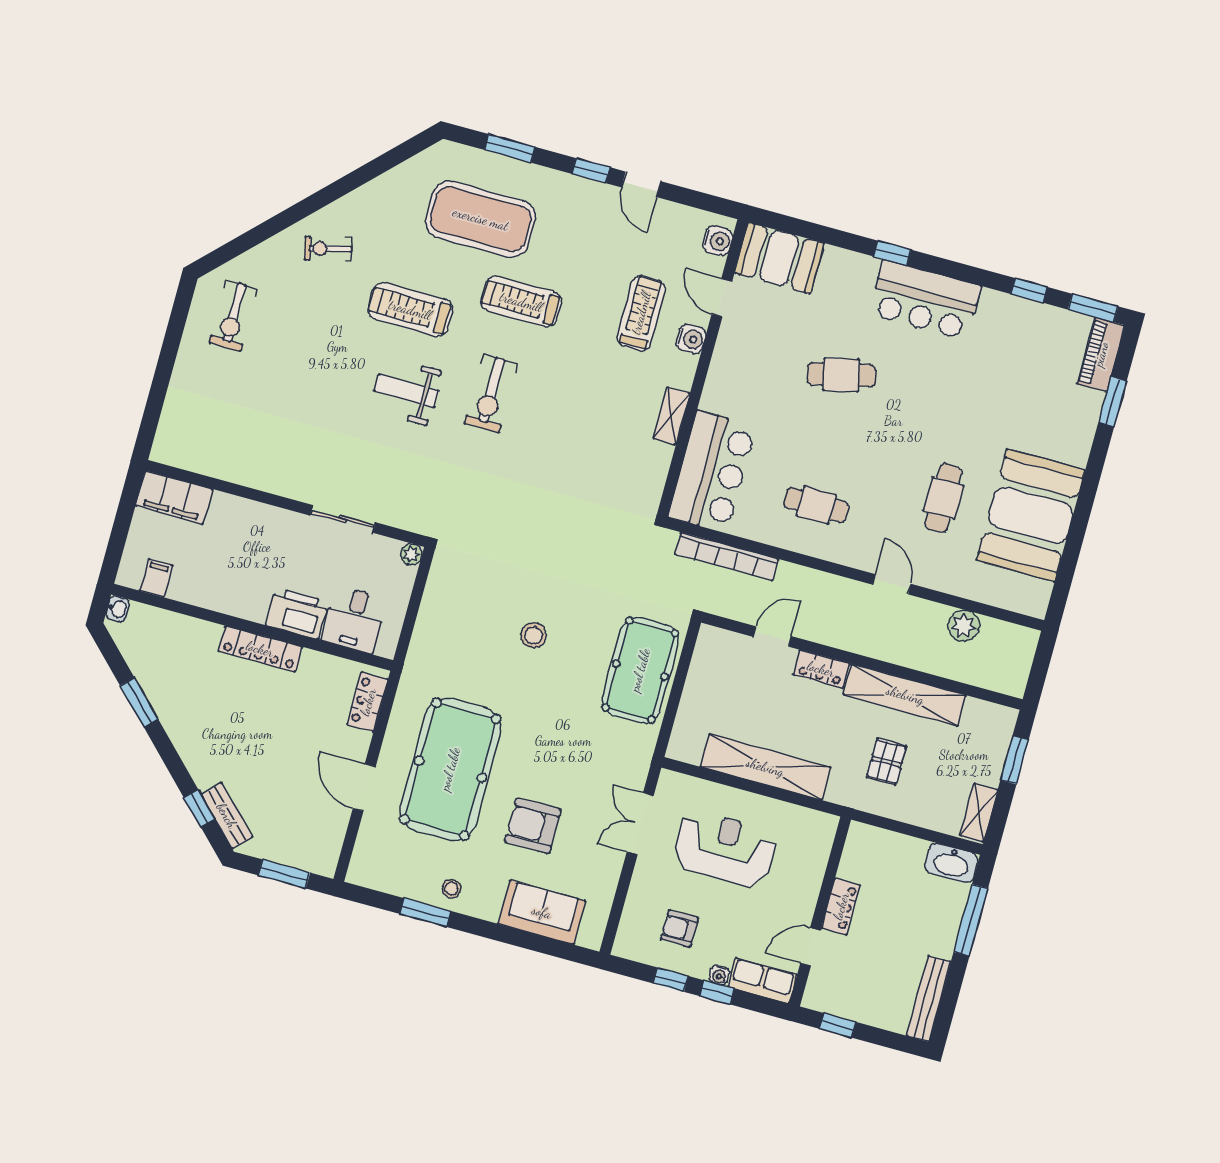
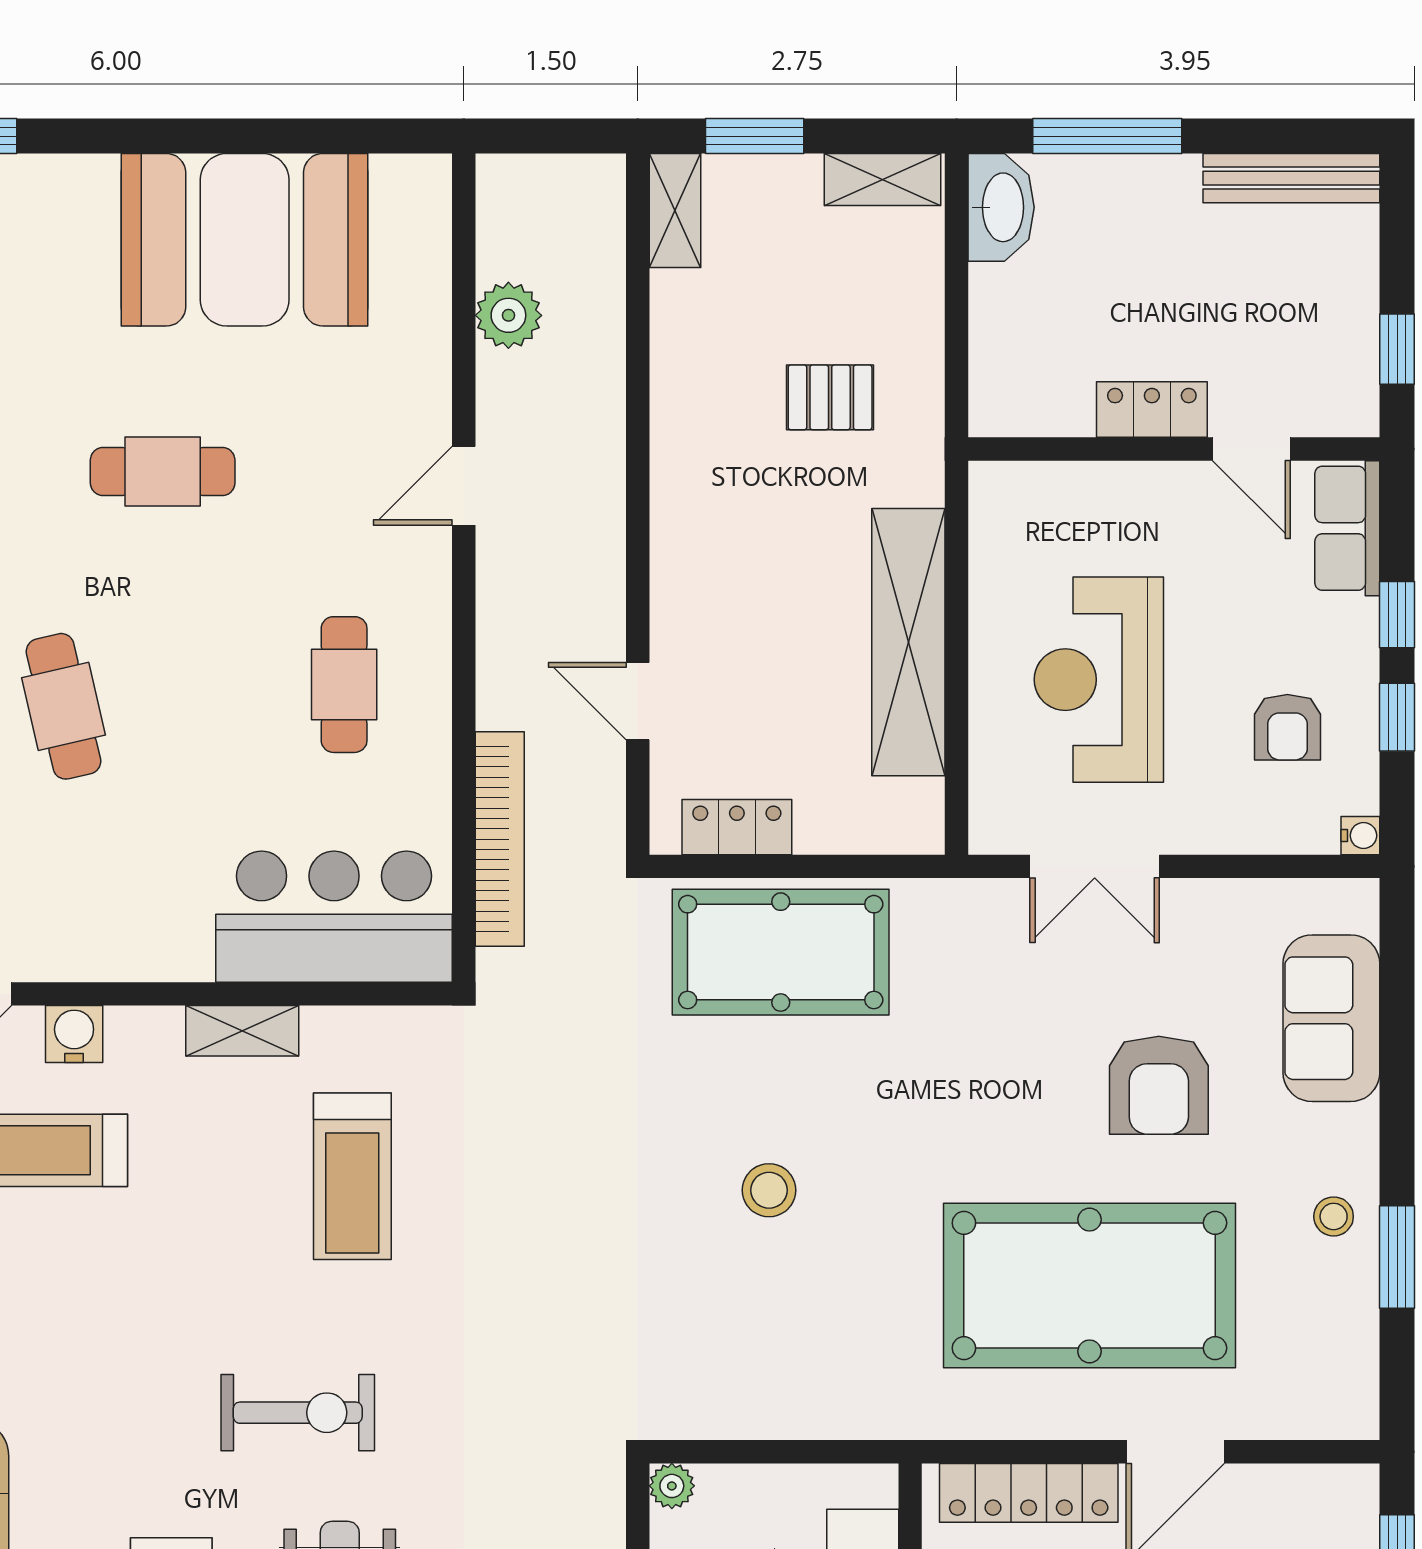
treadmill: (521, 302) -> (352, 1176), moved
cafe table: (943, 498) -> (163, 472), moved
locker: (821, 669) -> (737, 827), moved, turned -90
shelving: (905, 695) -> (675, 211), moved, width x0.45, depth x0.75
locker: (368, 702) -> (1029, 1493), width x1.53
water cooler: (719, 975) -> (1360, 836), moved

